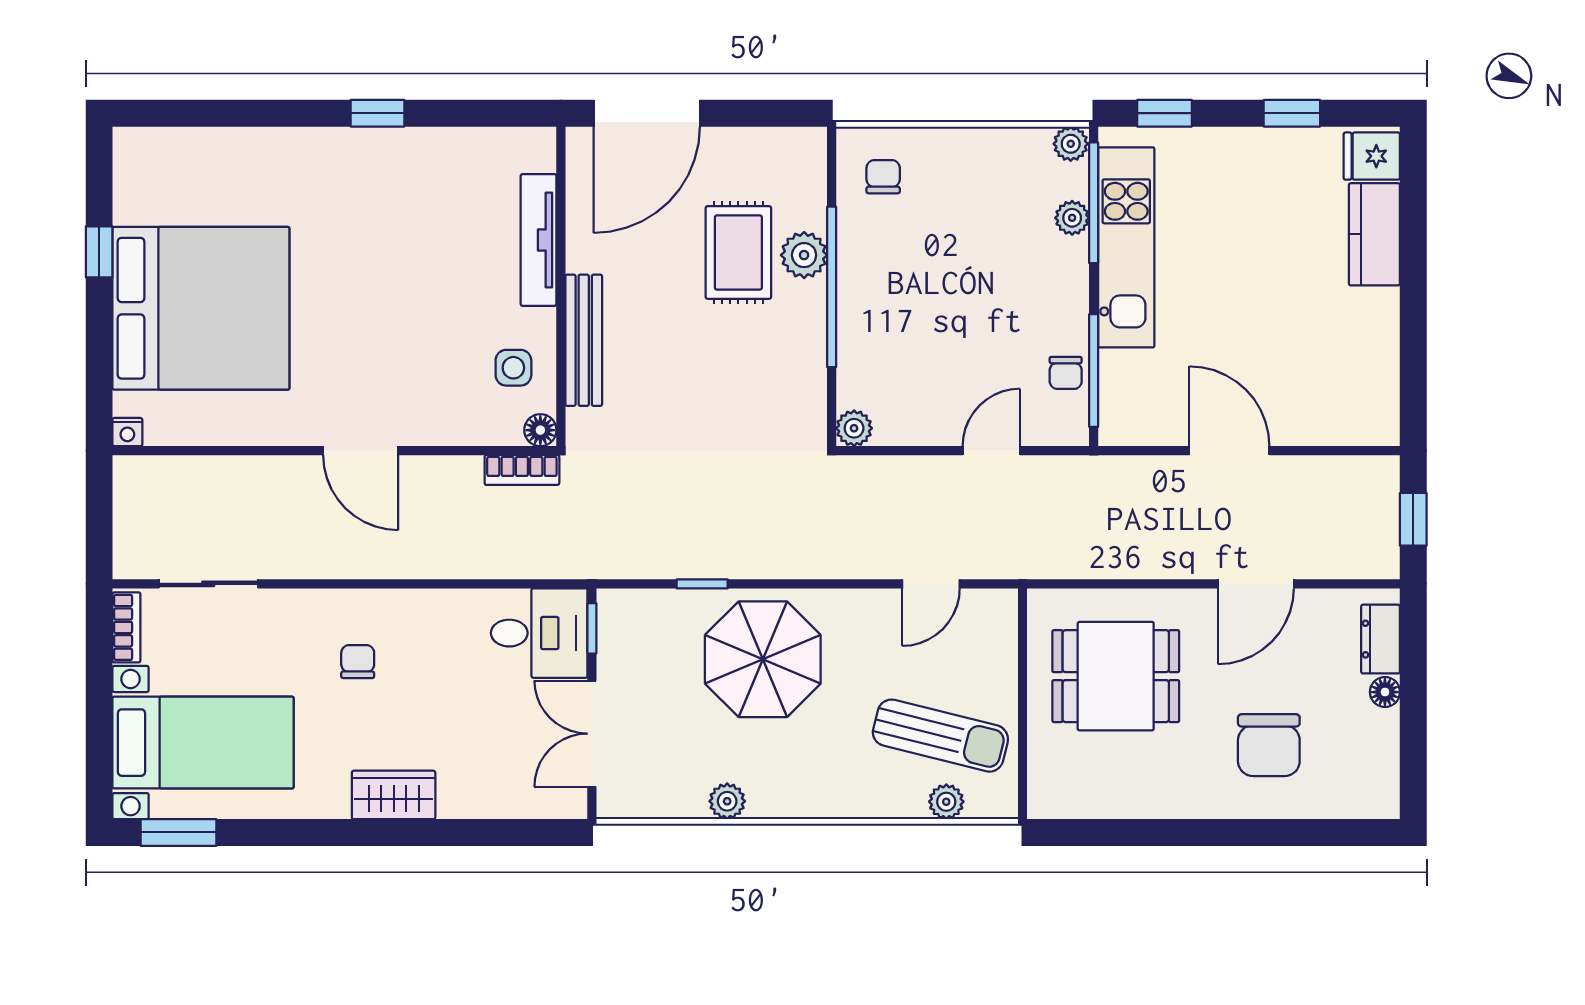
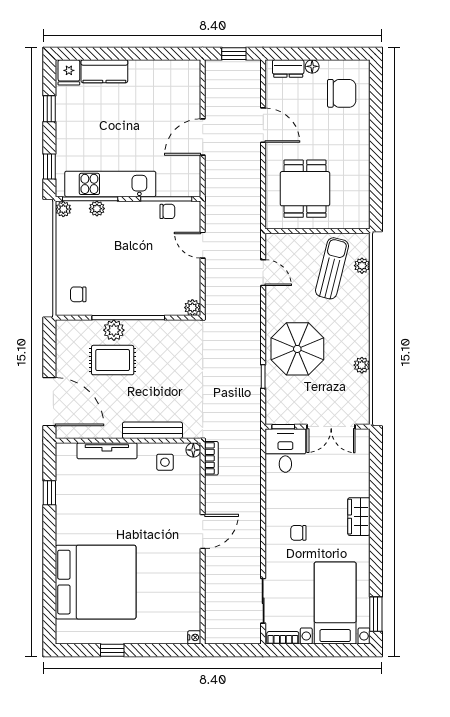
window: (378, 113) -> (49, 493), moved
bed: (201, 308) -> (96, 582), moved, turned 90
chair: (1269, 745) -> (342, 93), moved

